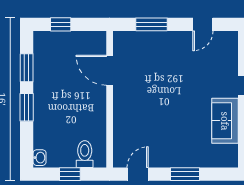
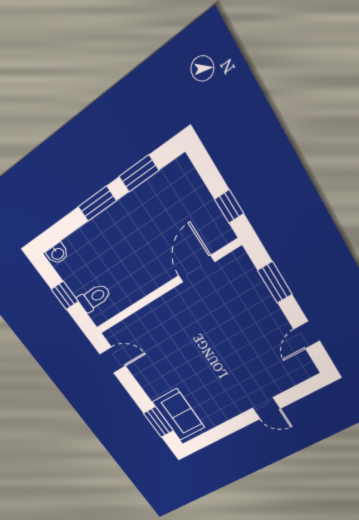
window: (61, 24) -> (229, 206), moved
door: (203, 24) -> (307, 335), hinge flipped
sofa: (225, 121) -> (178, 415), moved, turned 90
window: (185, 174) -> (158, 422), moved

